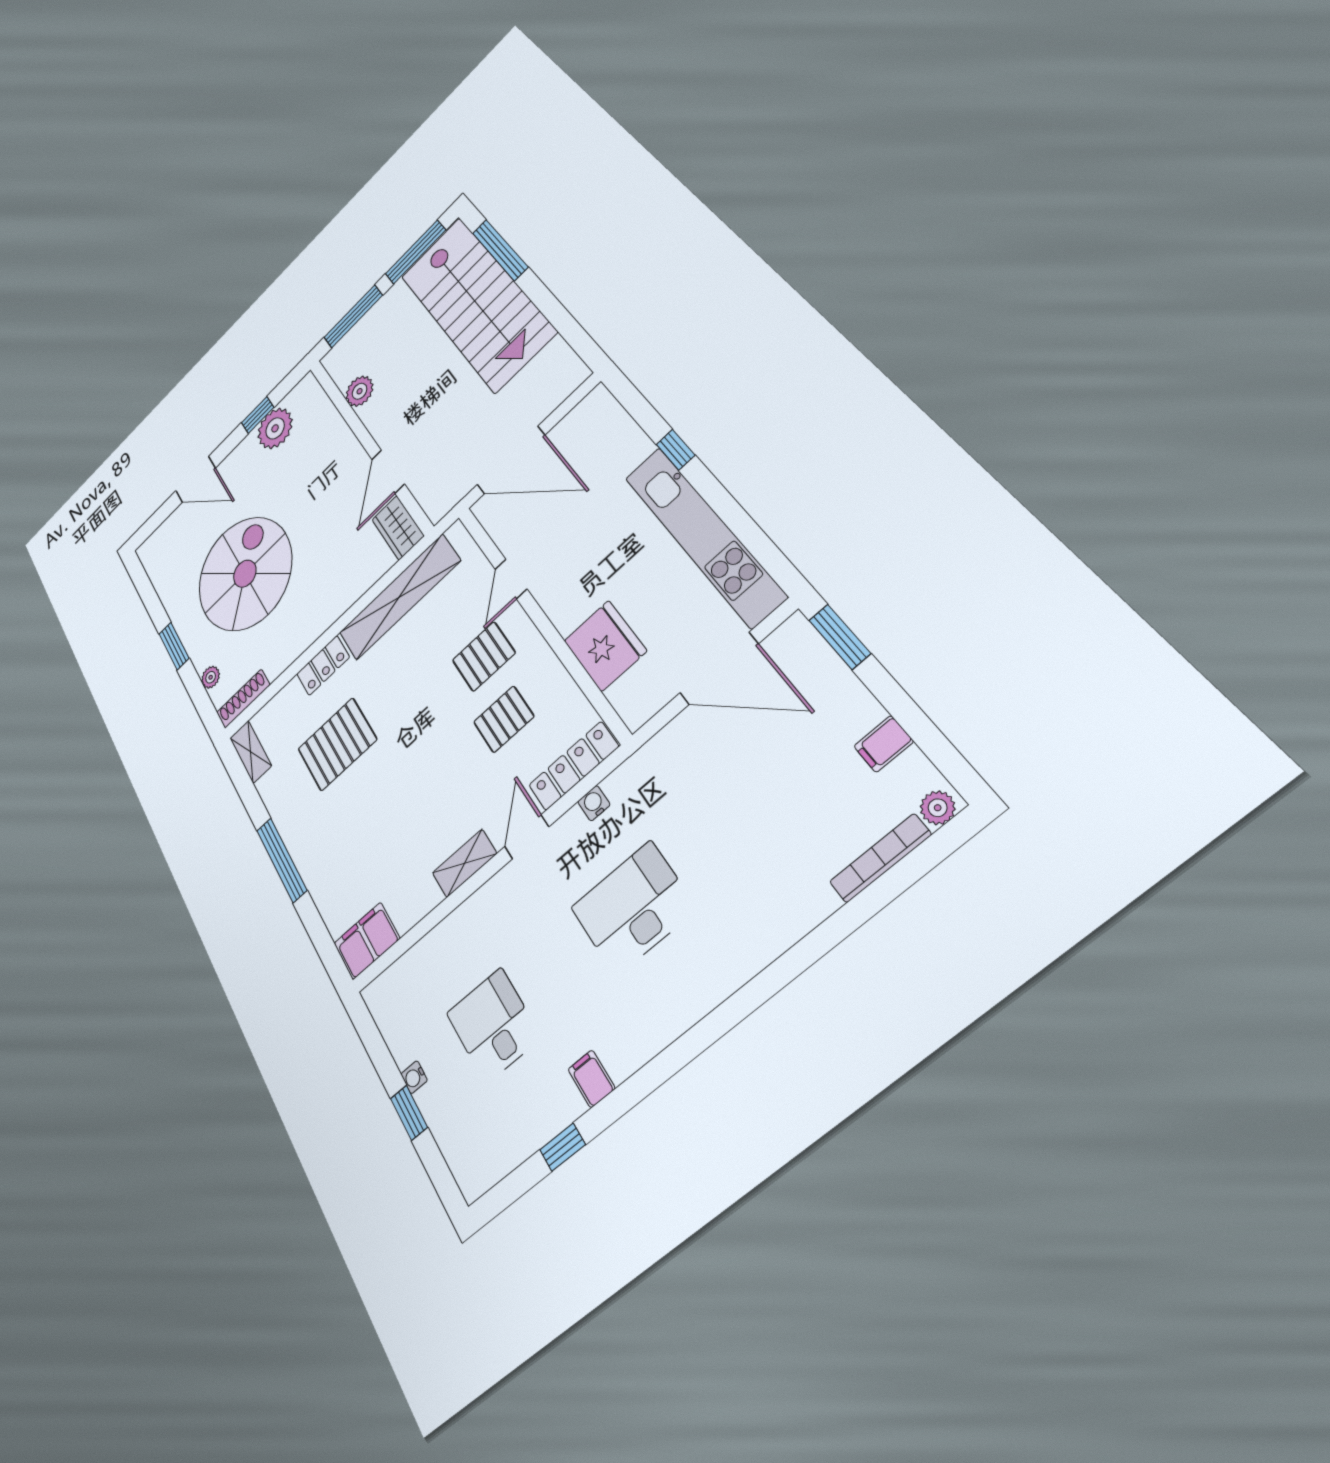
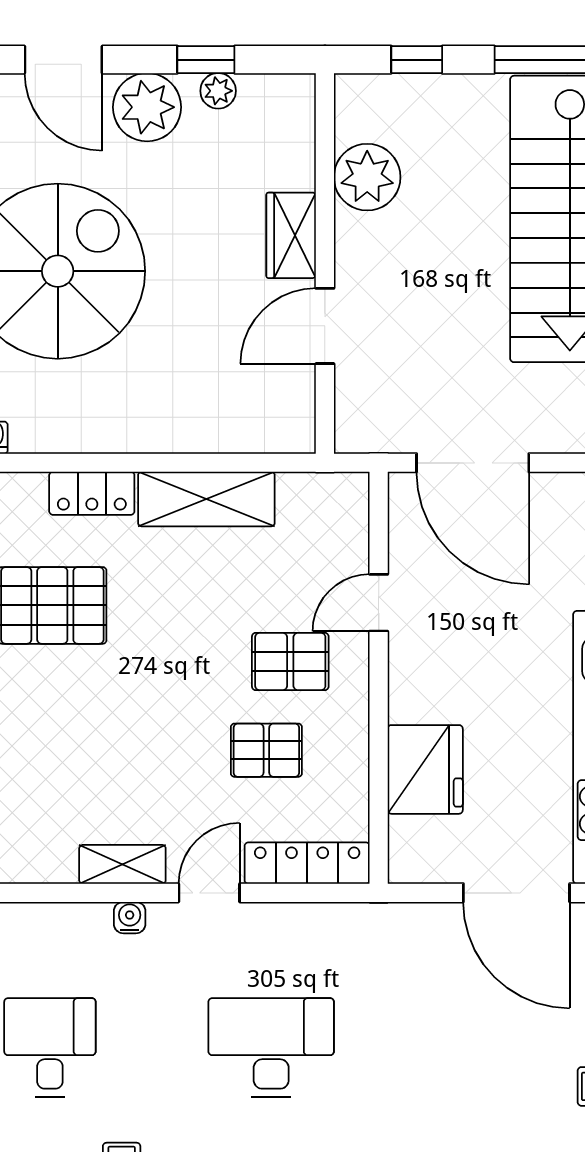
window: (353, 316) -> (417, 60), width x0.46
plant: (360, 391) -> (367, 177), width x1.36, depth x1.36
plant: (275, 428) -> (218, 91), width x0.53, depth x0.53
plant: (243, 461) -> (147, 107), added
wardrobe: (398, 528) -> (291, 235), moved
shelving: (399, 597) -> (206, 499), width x0.68
water cooler: (594, 803) -> (130, 918), moved

